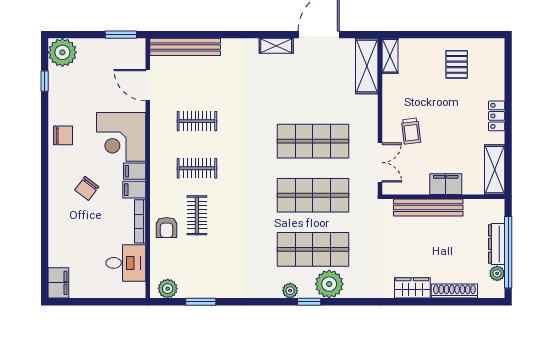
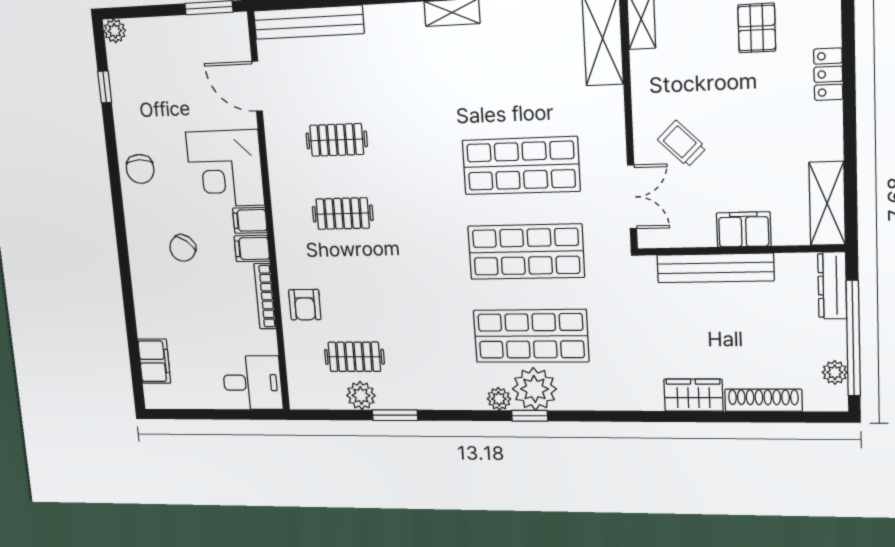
plant: (62, 52) -> (115, 31), width x0.53, depth x0.53
locker: (497, 116) -> (828, 74), moved
trolley: (411, 131) -> (682, 144), turned 142
chair: (63, 135) -> (140, 169), turned 90
clothes rail: (197, 215) -> (354, 357), moved, turned 90
dresser: (497, 244) -> (832, 285), moved
desk: (126, 263) -> (252, 383), moved
filing cabinet: (58, 283) -> (154, 361), moved
plant: (329, 284) -> (534, 389), moved
plant: (168, 289) -> (361, 396), moved
window: (201, 302) -> (395, 415), moved

